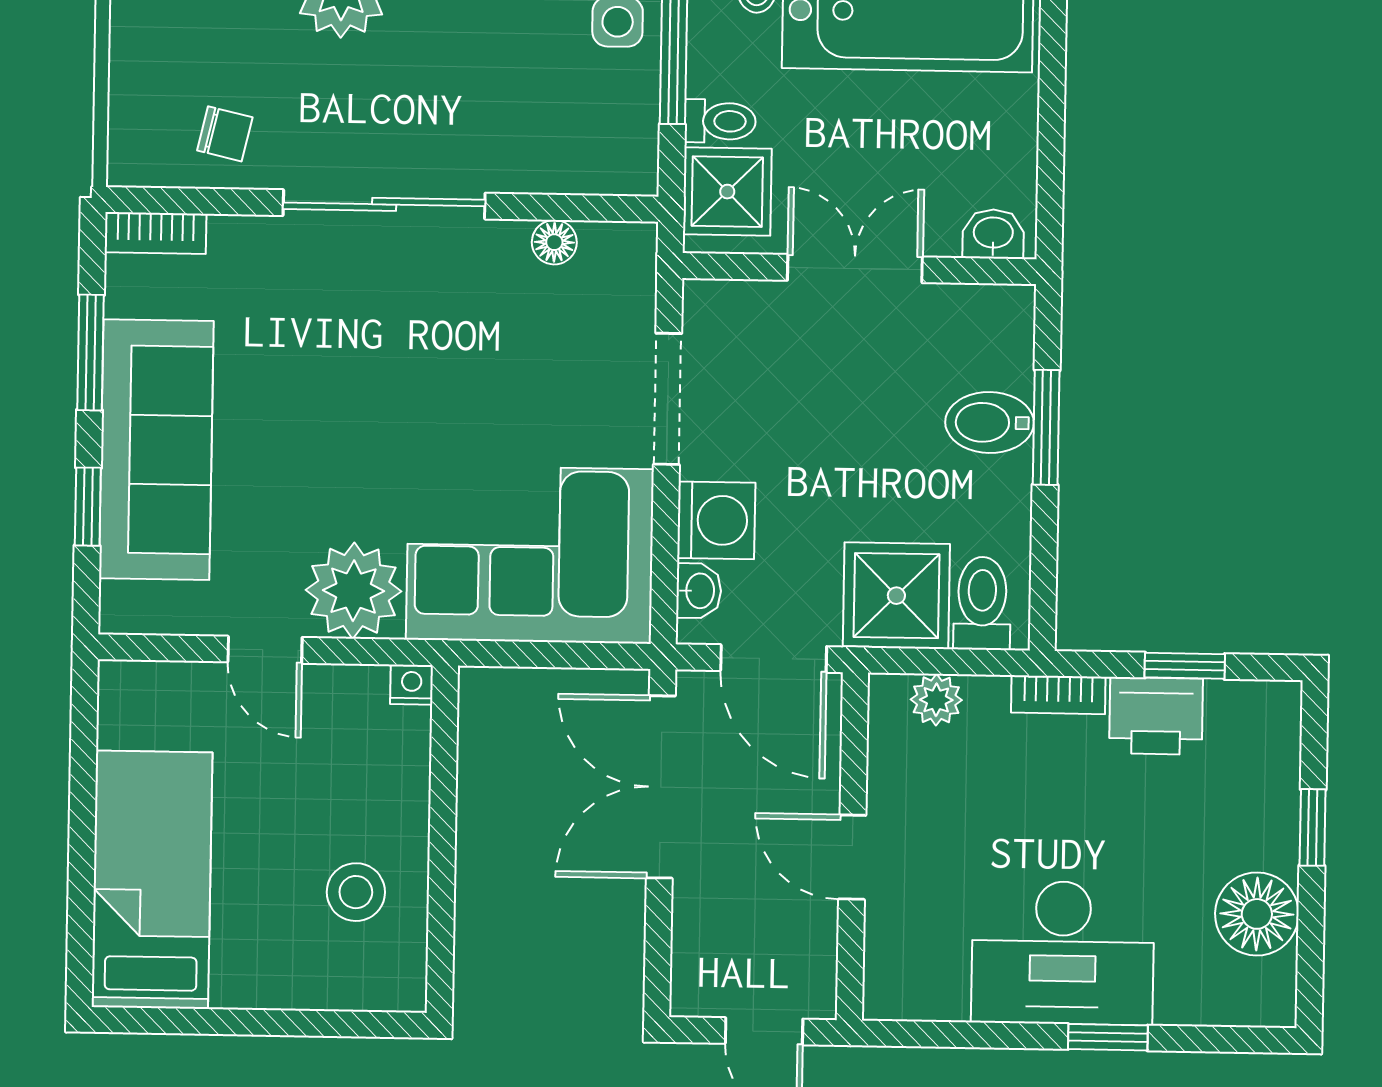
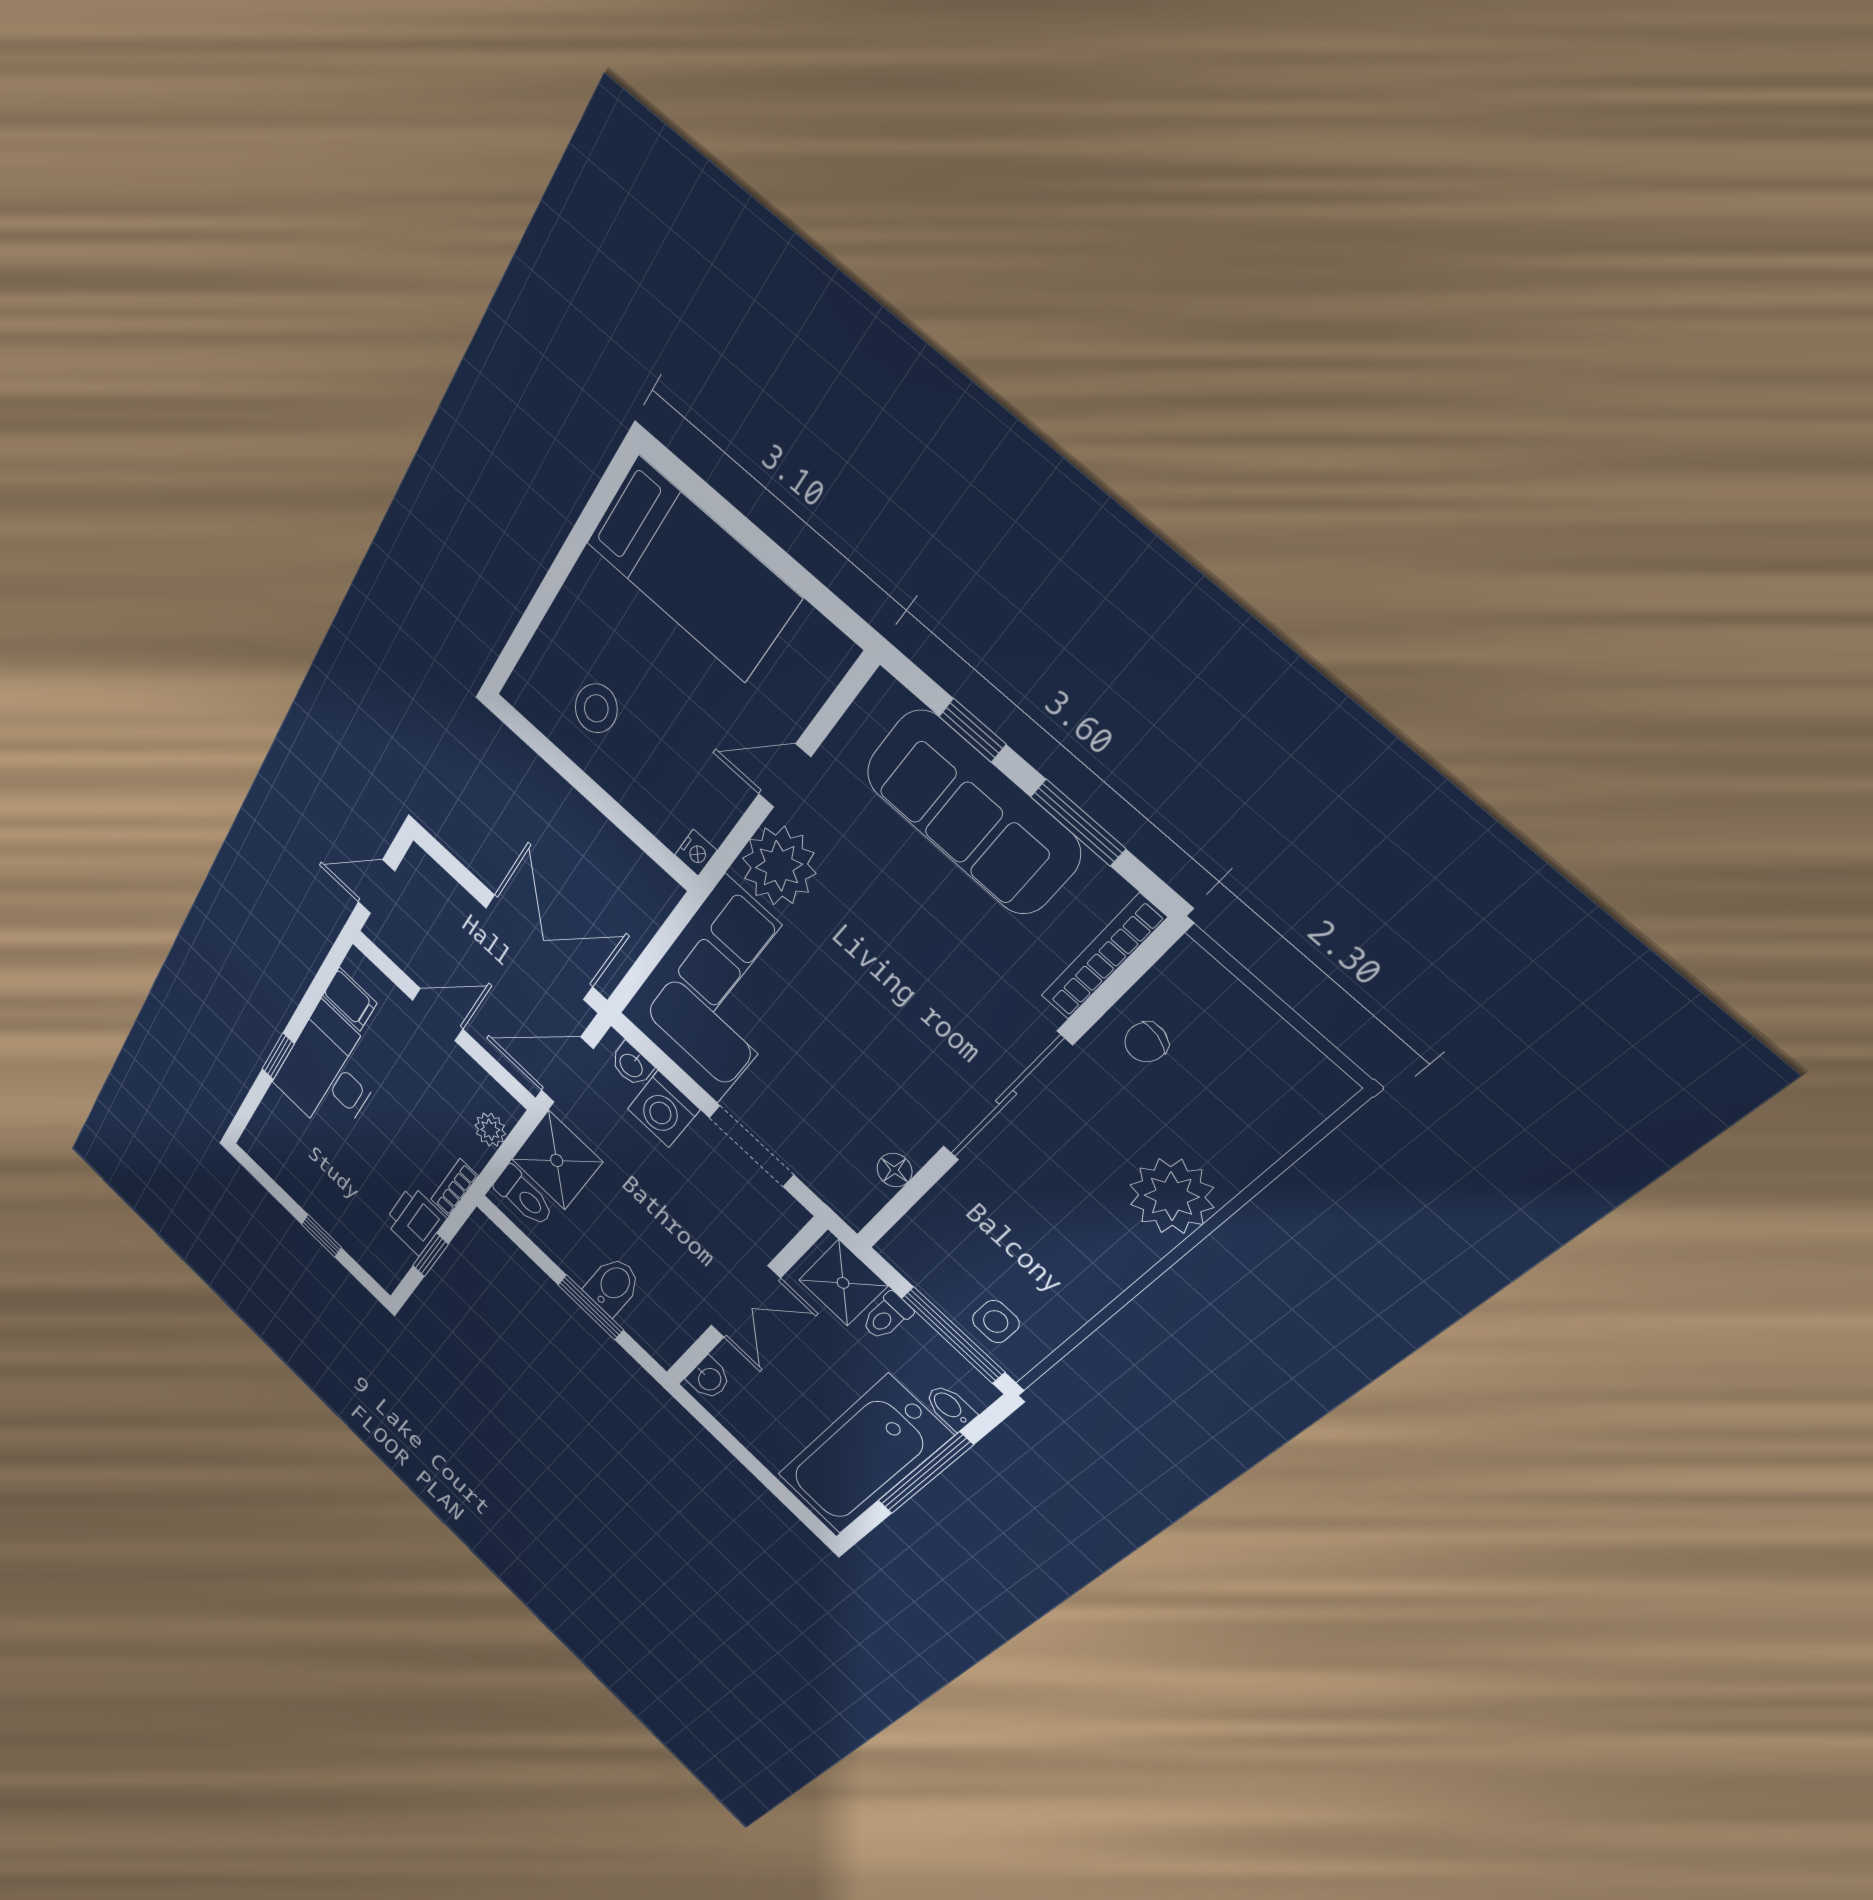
bookcase: (156, 233) -> (1103, 957), width x1.56
floor lamp: (1257, 914) -> (297, 1176), removed
filing cabinet: (937, 983) -> (350, 999), added

